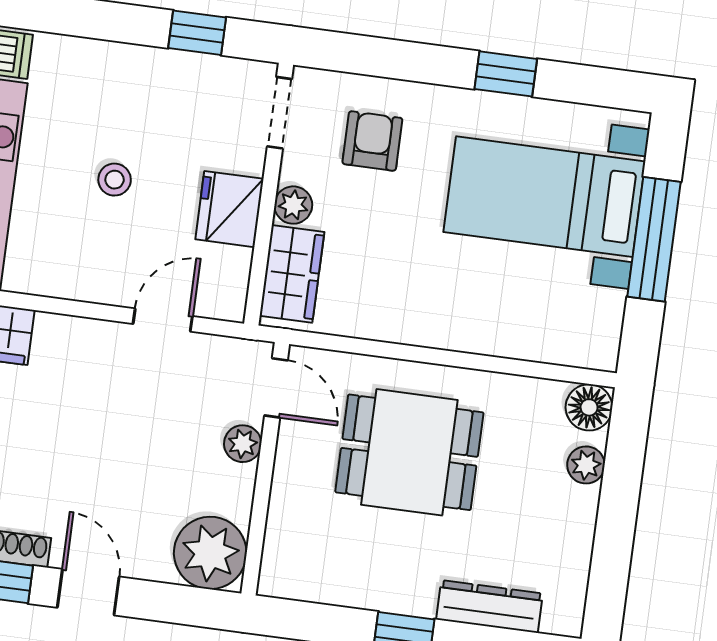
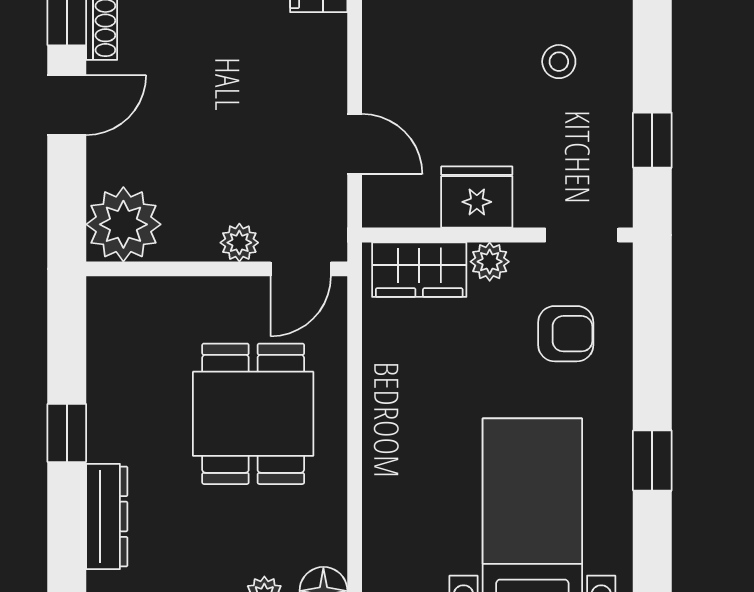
stool: (115, 180) -> (559, 62), moved

